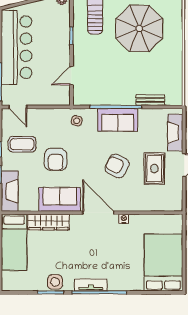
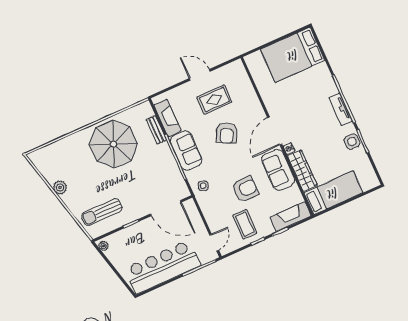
parasol: (139, 28) -> (113, 144), moved
door: (71, 76) -> (166, 208), width x1.87
fireplace: (175, 133) -> (167, 118), moved, turned -90
nightstand: (124, 219) -> (289, 149), moved

